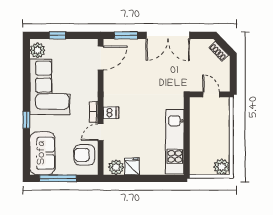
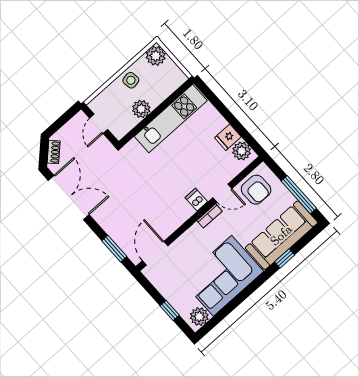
double door: (168, 35) -> (69, 198), moved
door: (101, 58) -> (155, 253), hinge flipped
window: (26, 120) -> (285, 258), moved
plant: (197, 129) -> (141, 109), added
side table: (220, 138) -> (131, 80), added
sofa: (42, 153) -> (281, 235), width x1.36

